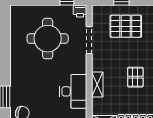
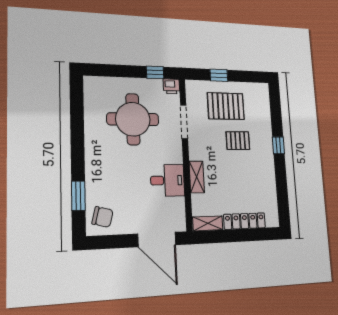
pallet: (135, 77) -> (238, 141), moved, turned 90
desk: (73, 91) -> (167, 180), width x0.73

